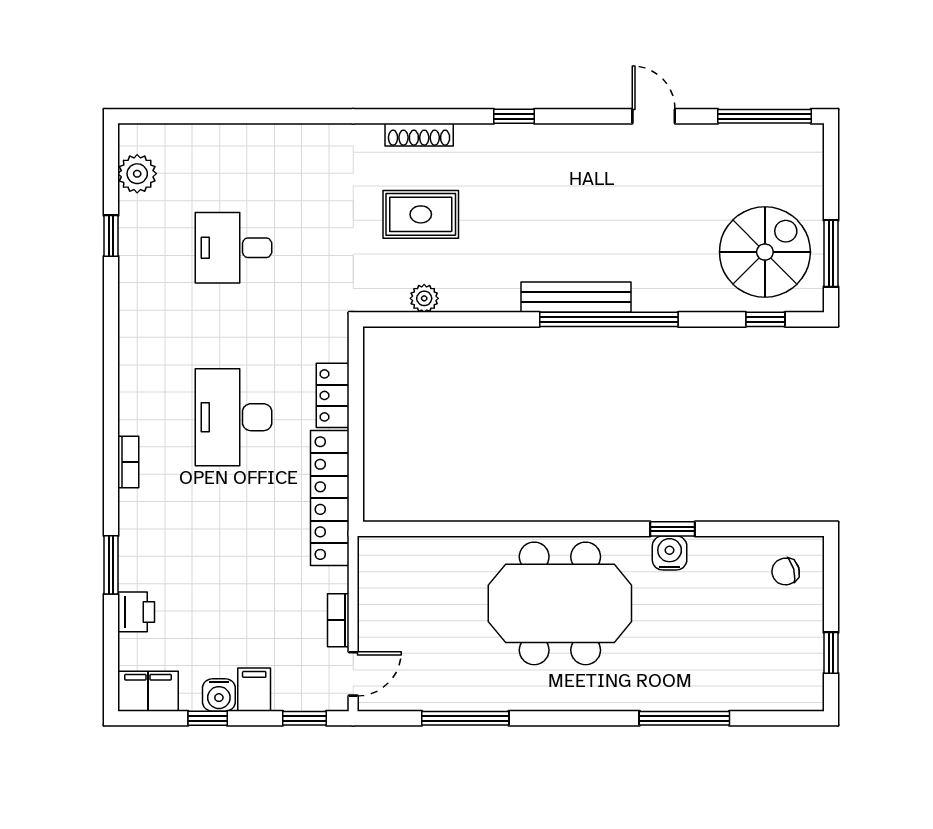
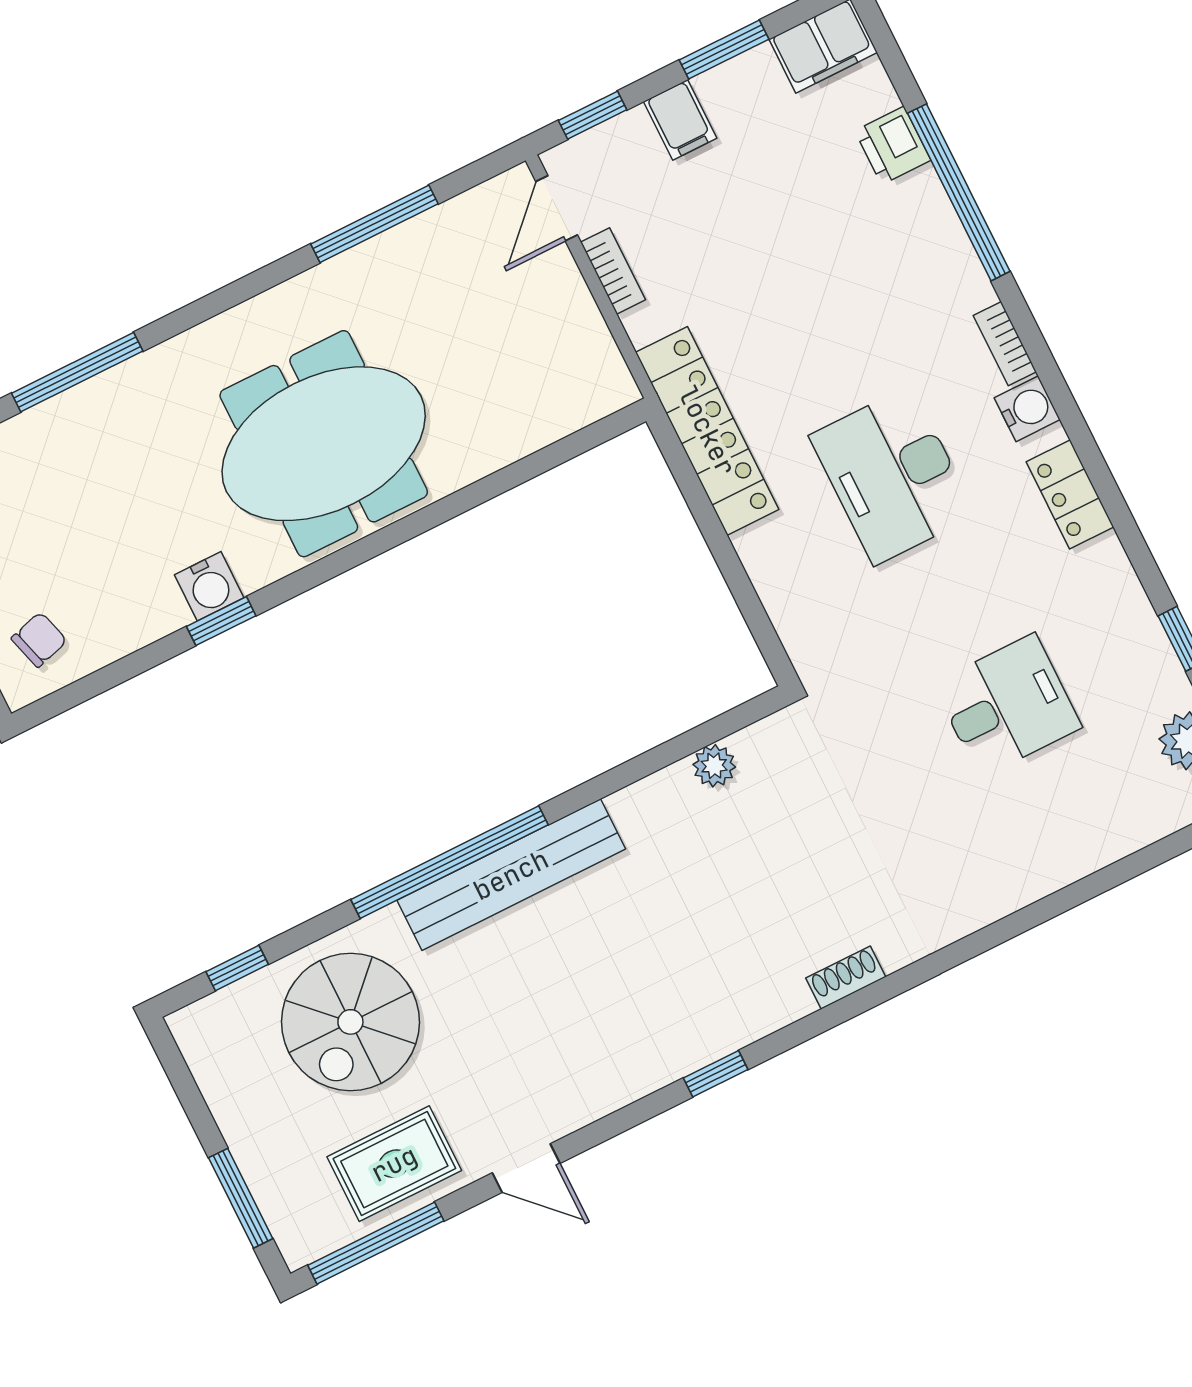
shoe rack: (419, 135) -> (846, 978), width x0.70
rug: (421, 214) -> (394, 1164), moved
spiral stairs: (765, 252) -> (350, 1022), moved
window: (831, 253) -> (241, 1198), moved
bench: (576, 297) -> (511, 875), width x1.37, depth x1.21
locker: (333, 395) -> (1070, 494), moved, turned 180
desk: (233, 417) -> (893, 475), turned 180
window: (111, 565) -> (959, 192), width x2.11
water cooler: (219, 695) -> (1027, 409), moved, turned 90
window: (208, 718) -> (724, 50), width x1.50

